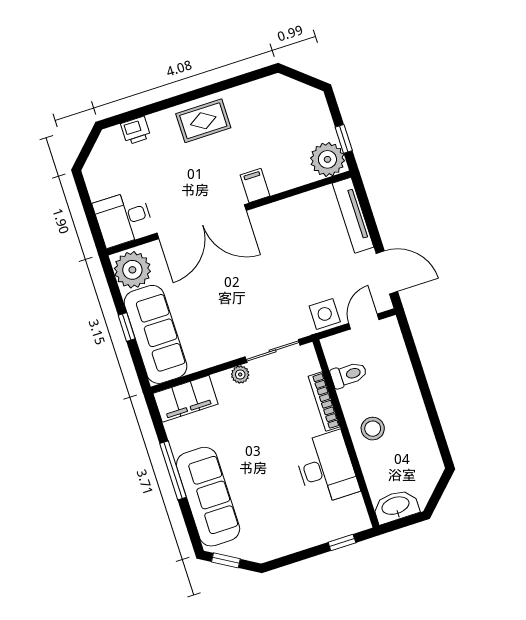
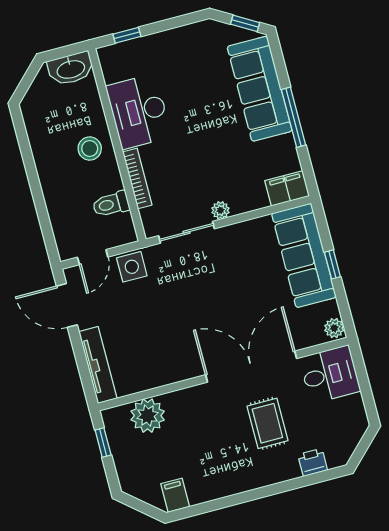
rug: (203, 121) -> (267, 423), moved, turned 90
plant: (327, 159) -> (148, 416), moved
filing cabinet: (255, 185) -> (175, 495), moved, turned 180
plant: (132, 270) -> (334, 328), width x0.53, depth x0.53
filing cabinet: (186, 399) -> (287, 188), width x0.67, depth x0.86

